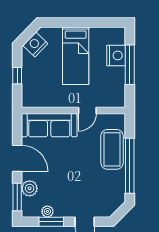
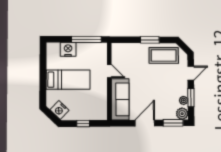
window: (130, 65) -> (86, 39), moved
coffee table: (112, 149) -> (164, 55), moved
window: (130, 166) -> (150, 40), width x0.47
plant: (30, 188) -> (182, 114), moved

